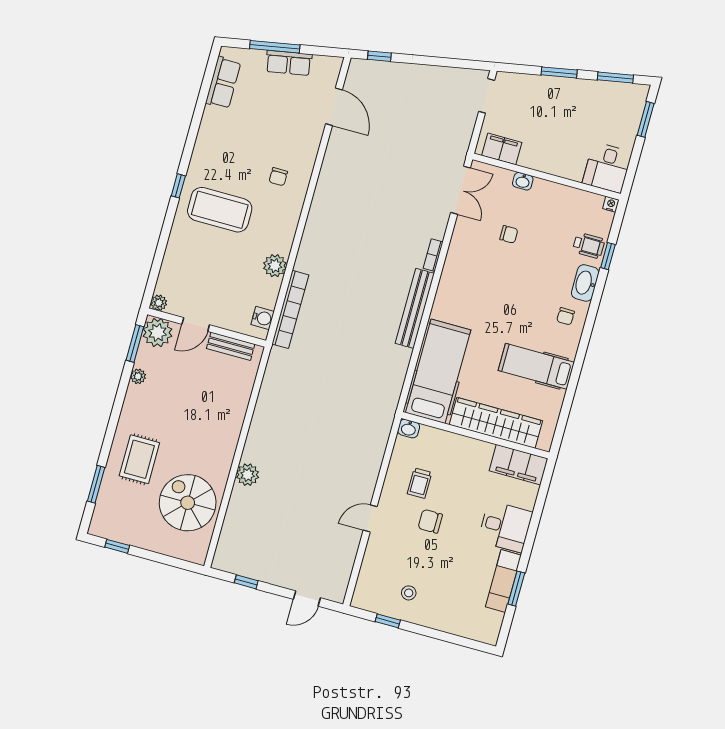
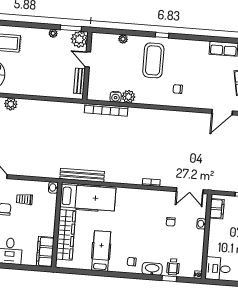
plant: (159, 303) -> (123, 39), moved
bench: (415, 308) -> (82, 175), moved
water cooler: (263, 318) -> (116, 97), moved

